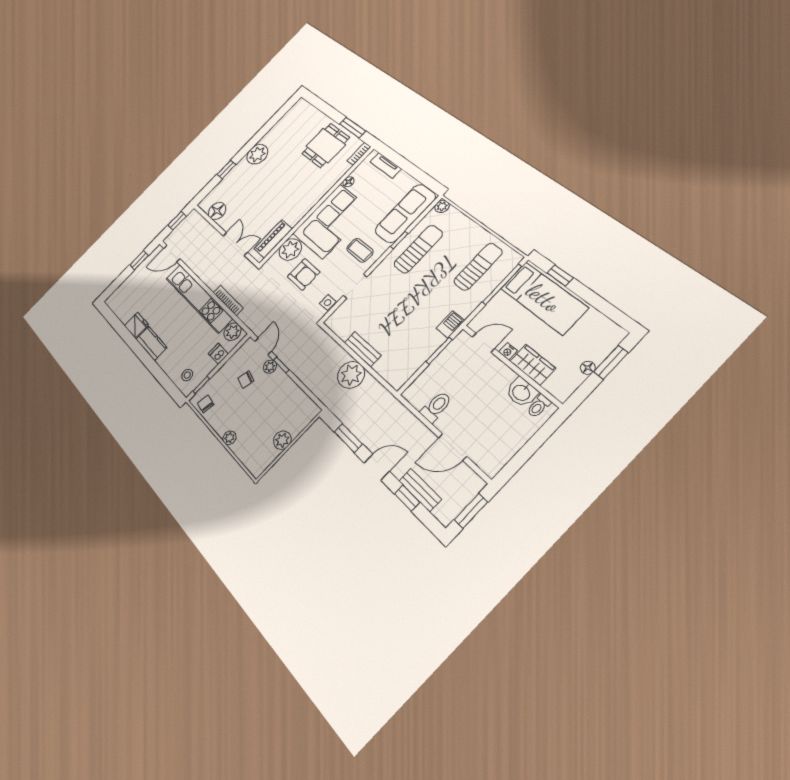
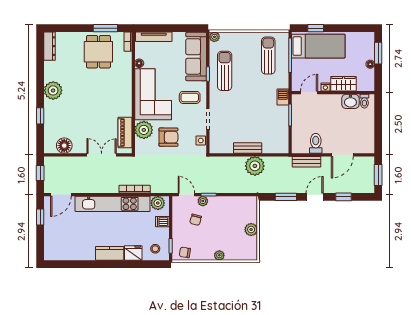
dresser: (293, 112) -> (50, 46), added
tv unit: (386, 165) -> (154, 37), width x1.41
fridge: (136, 325) -> (133, 253), moved
bench: (420, 490) -> (307, 162), moved

